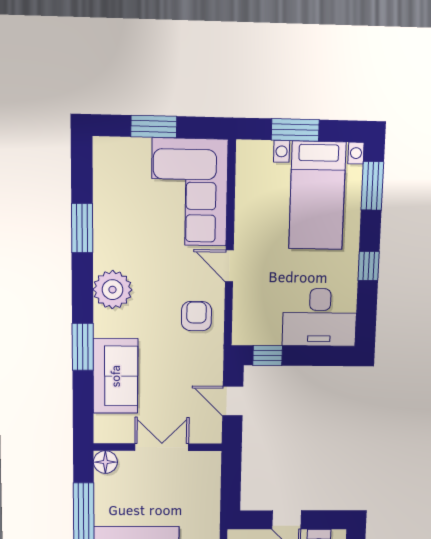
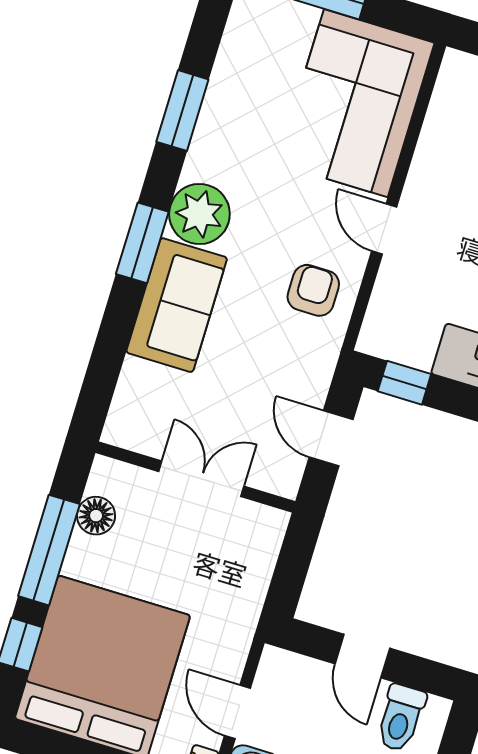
window: (83, 347) -> (142, 243), moved
sofa: (115, 376) -> (177, 305), moved
floor lamp: (105, 462) -> (96, 516), moved

